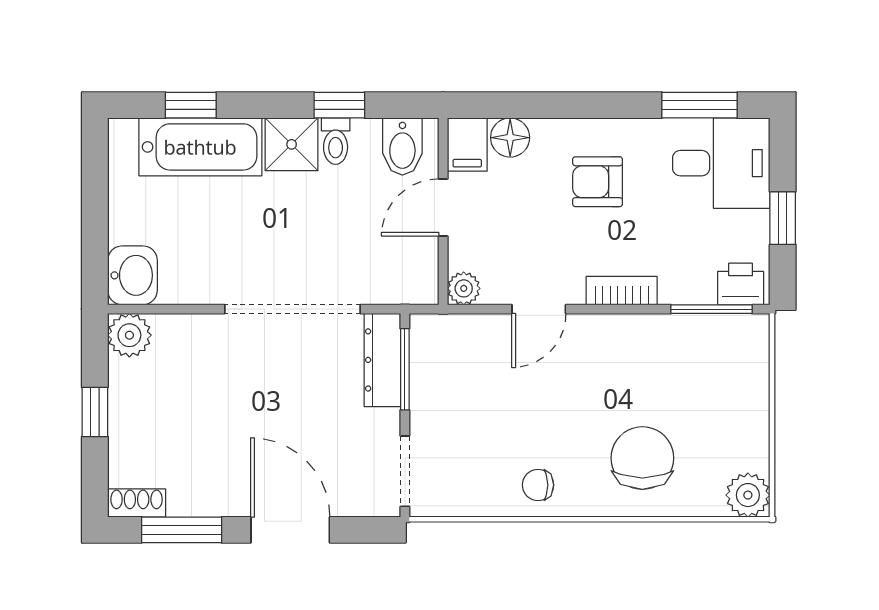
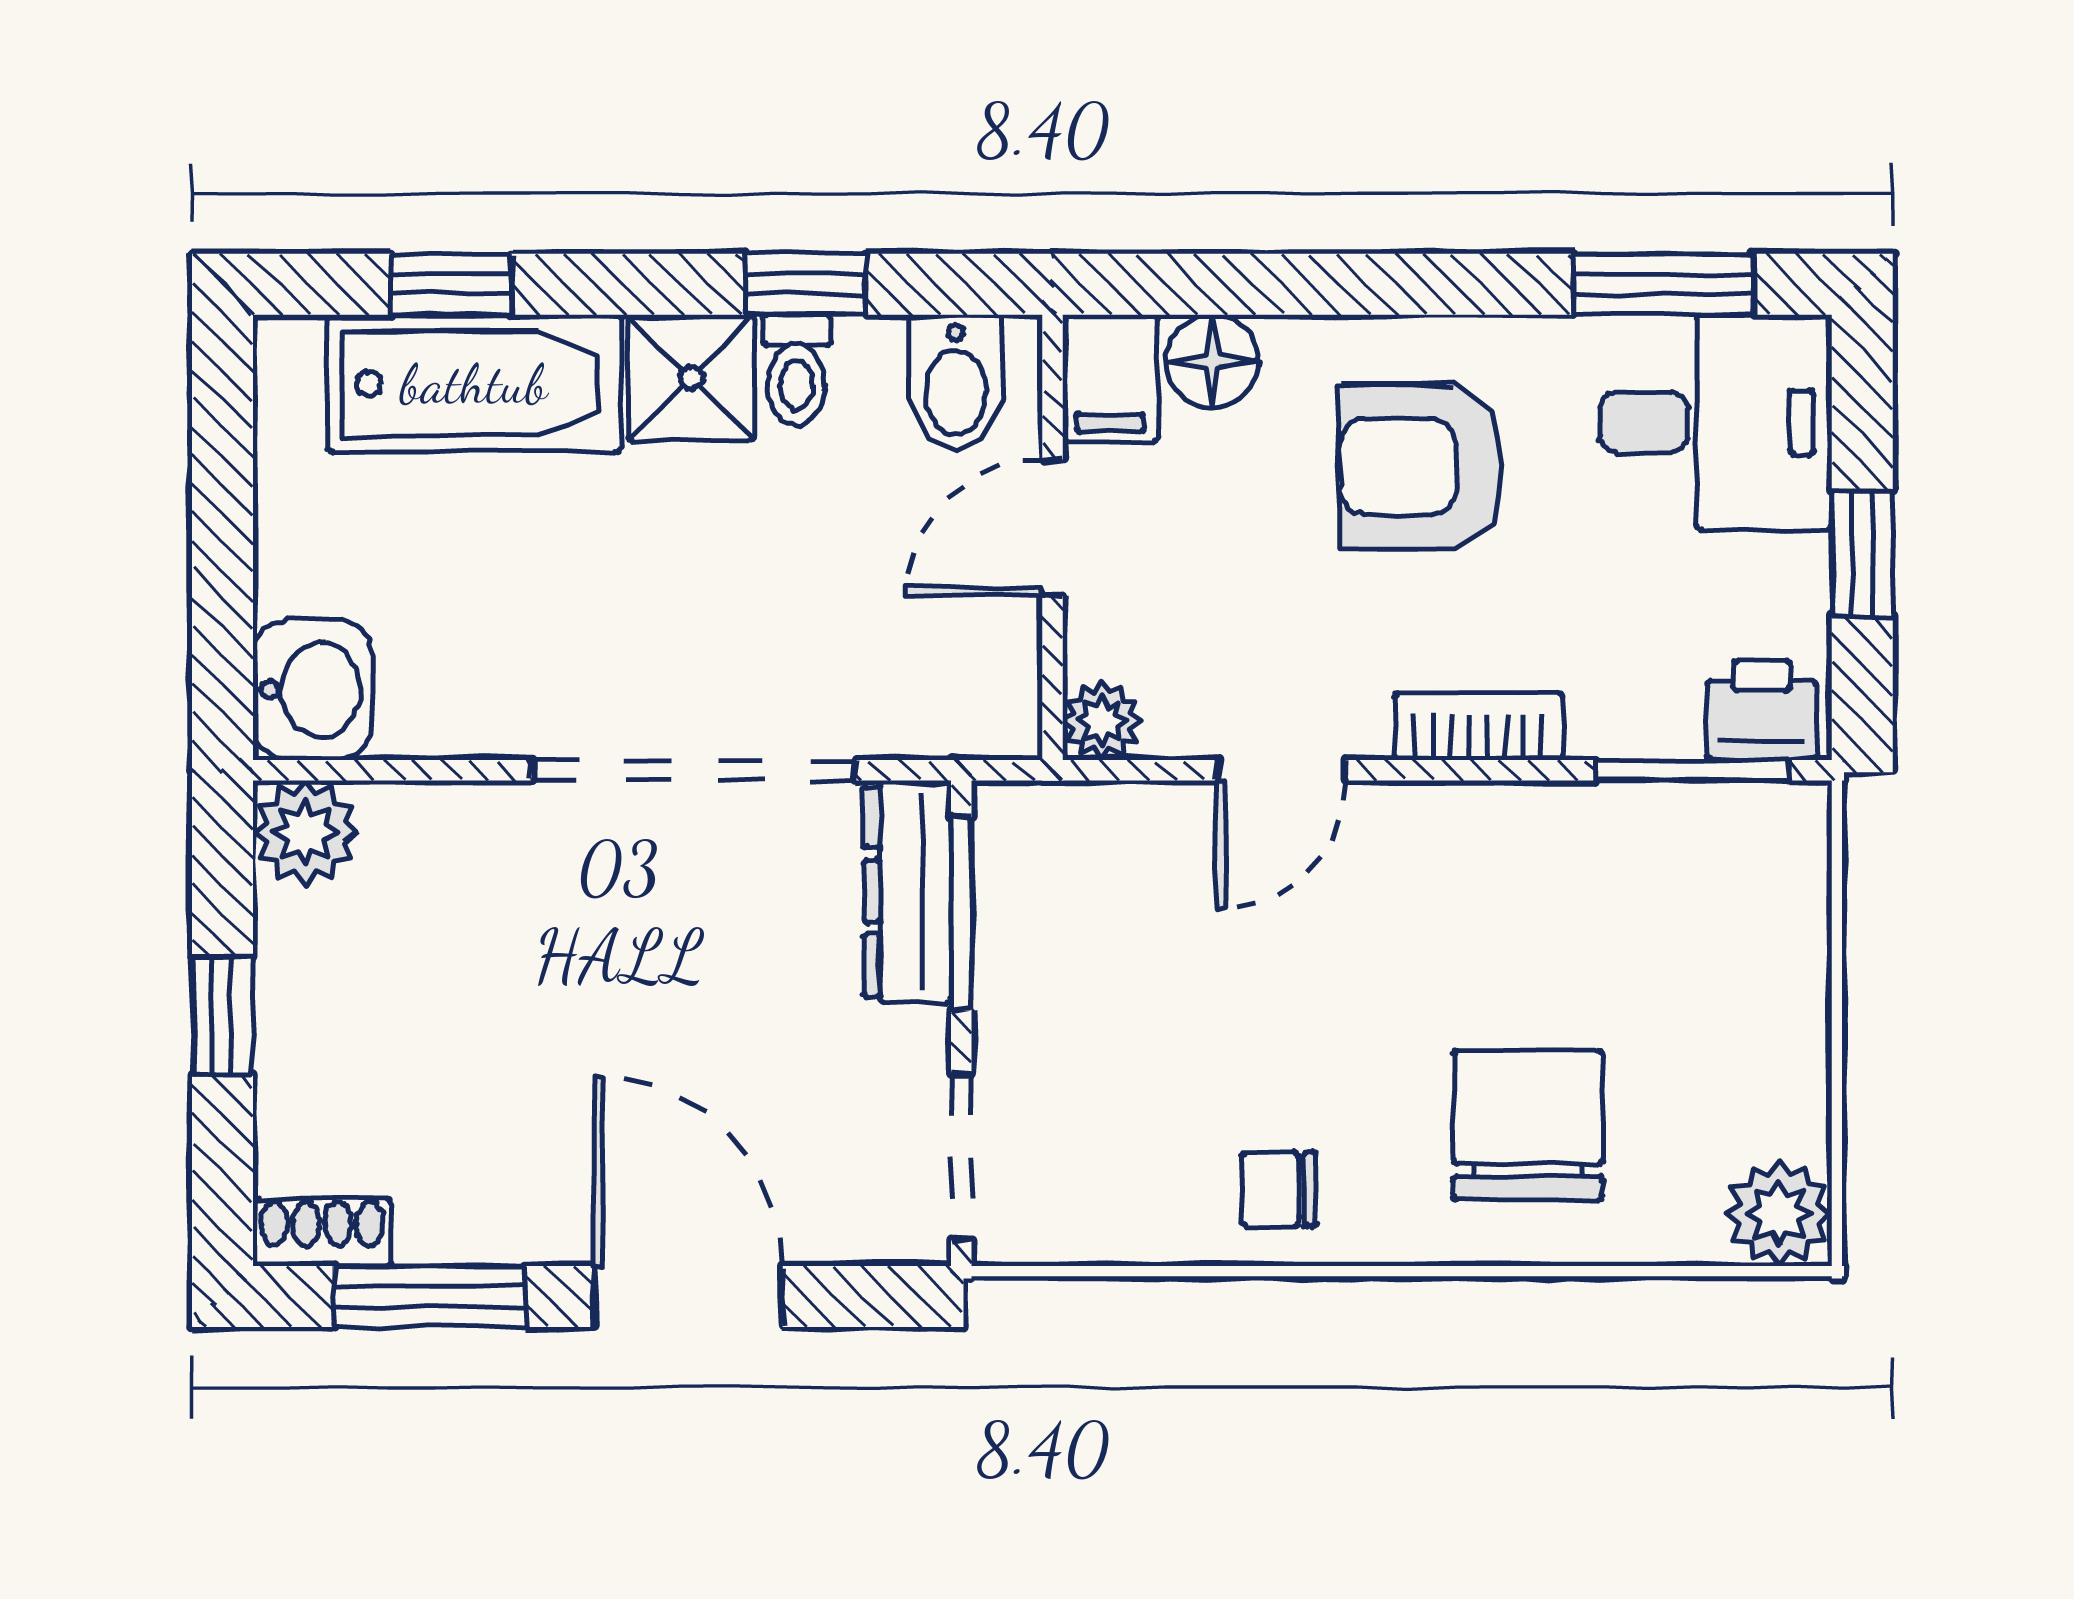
armchair: (598, 182) -> (1421, 467), width x1.38, depth x1.38

